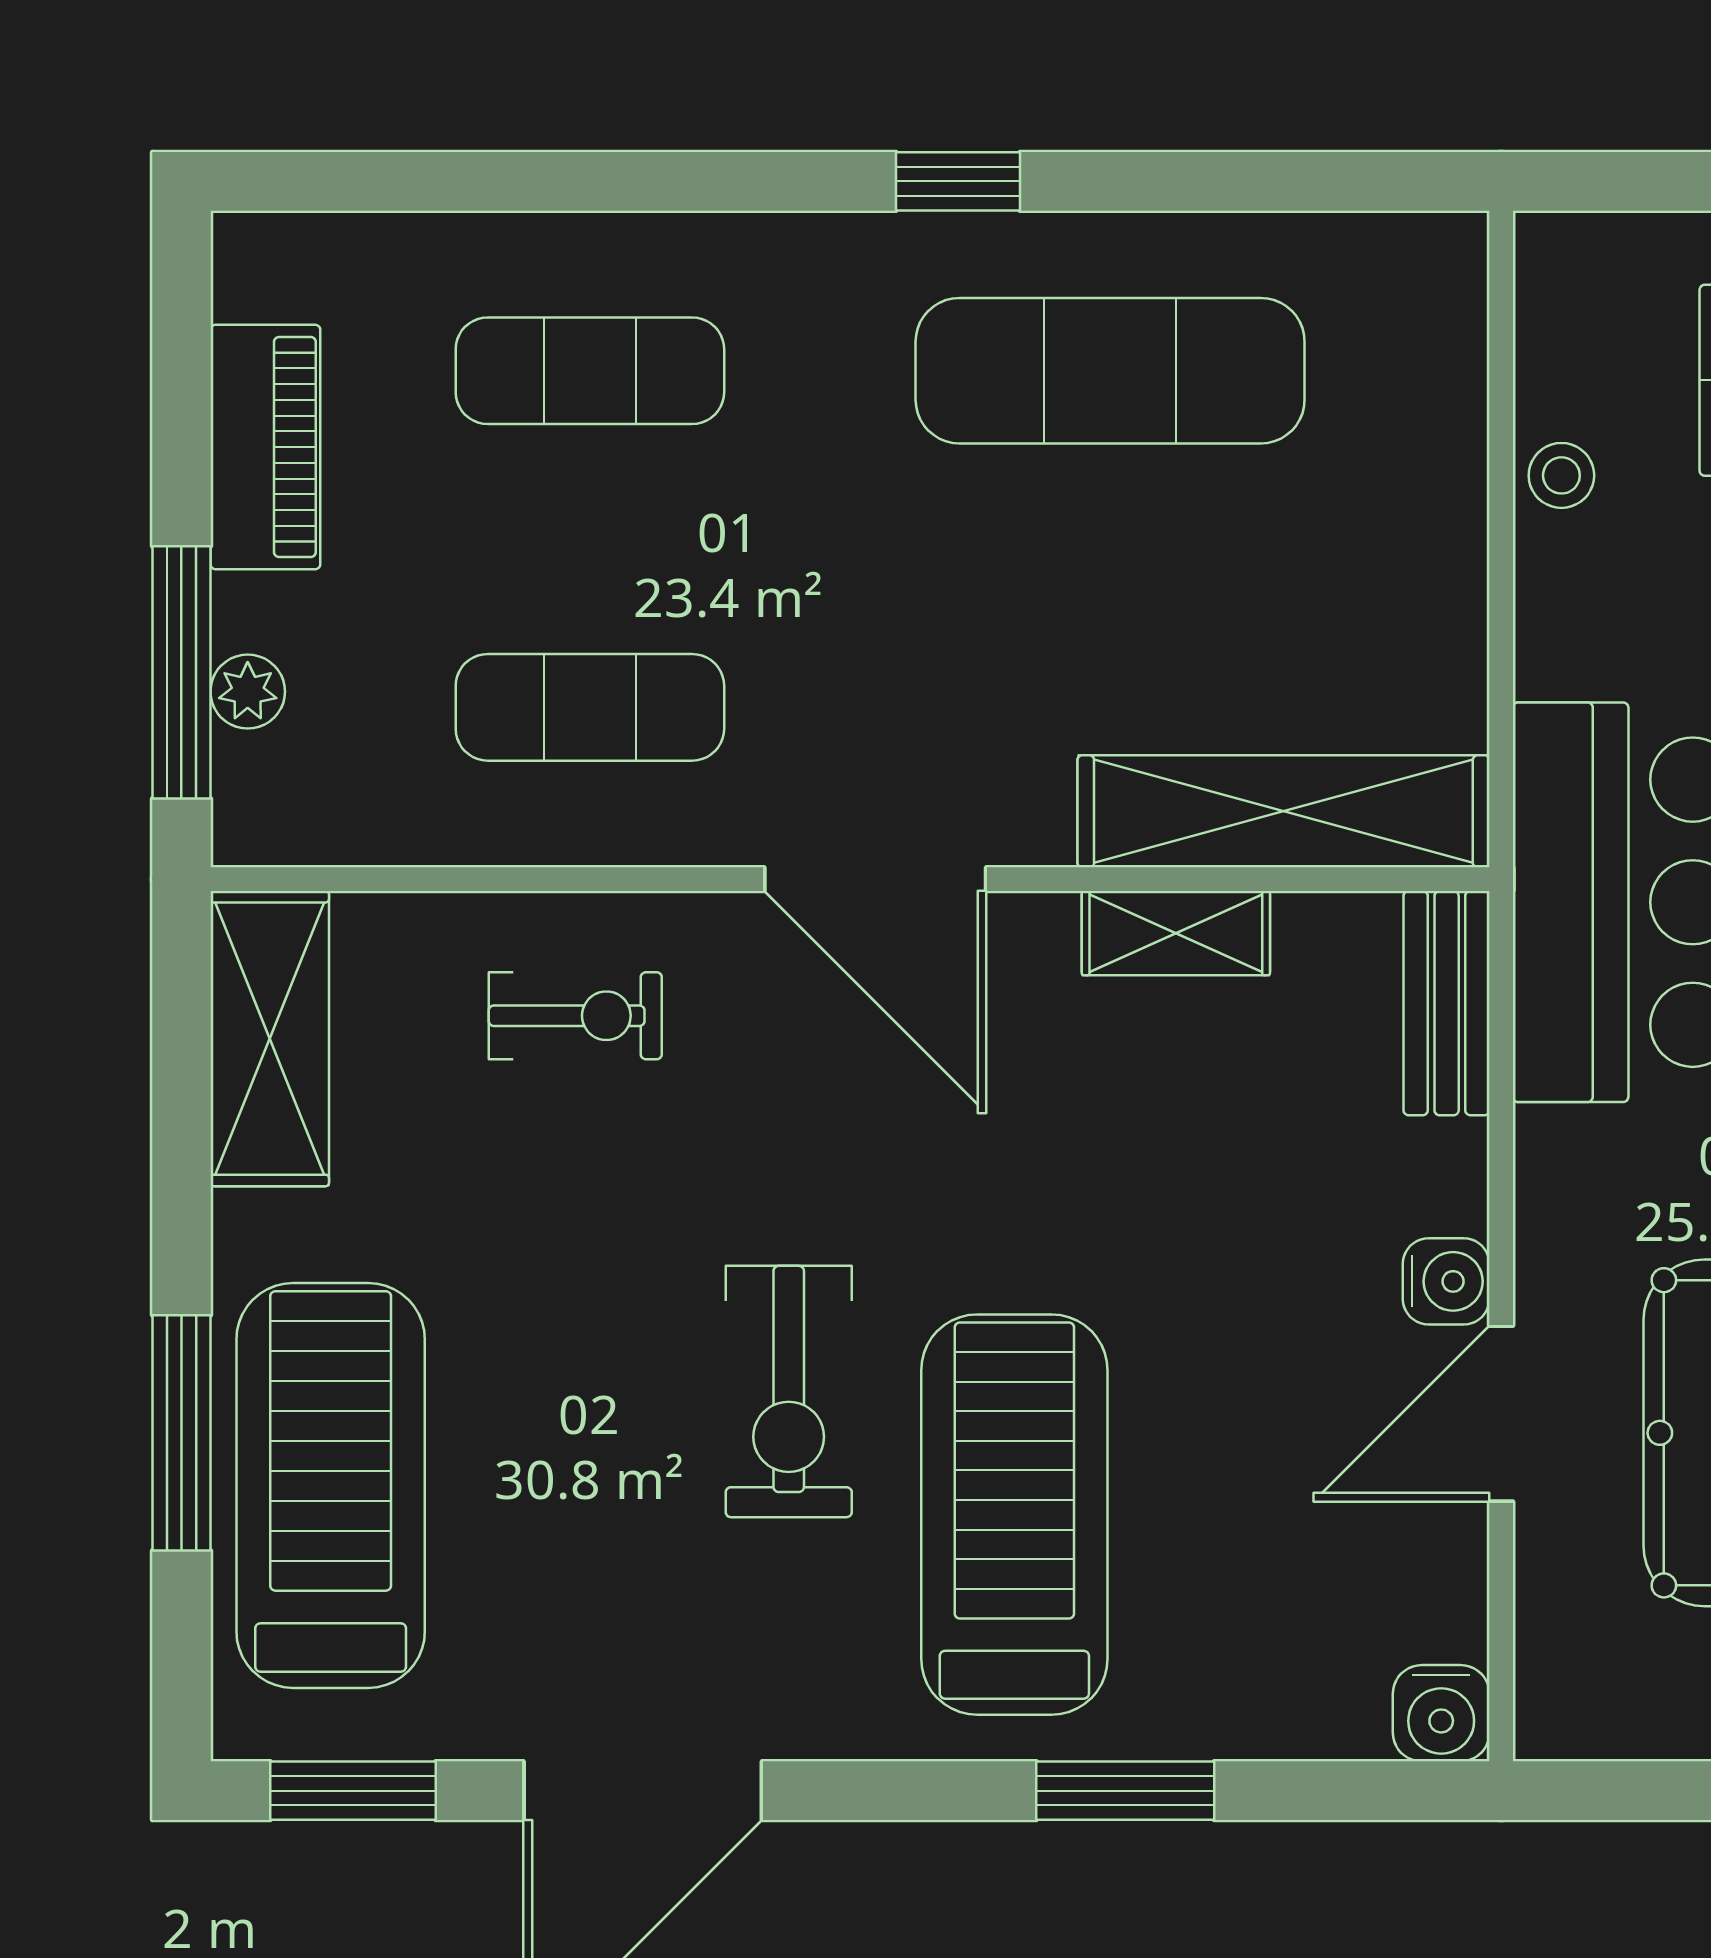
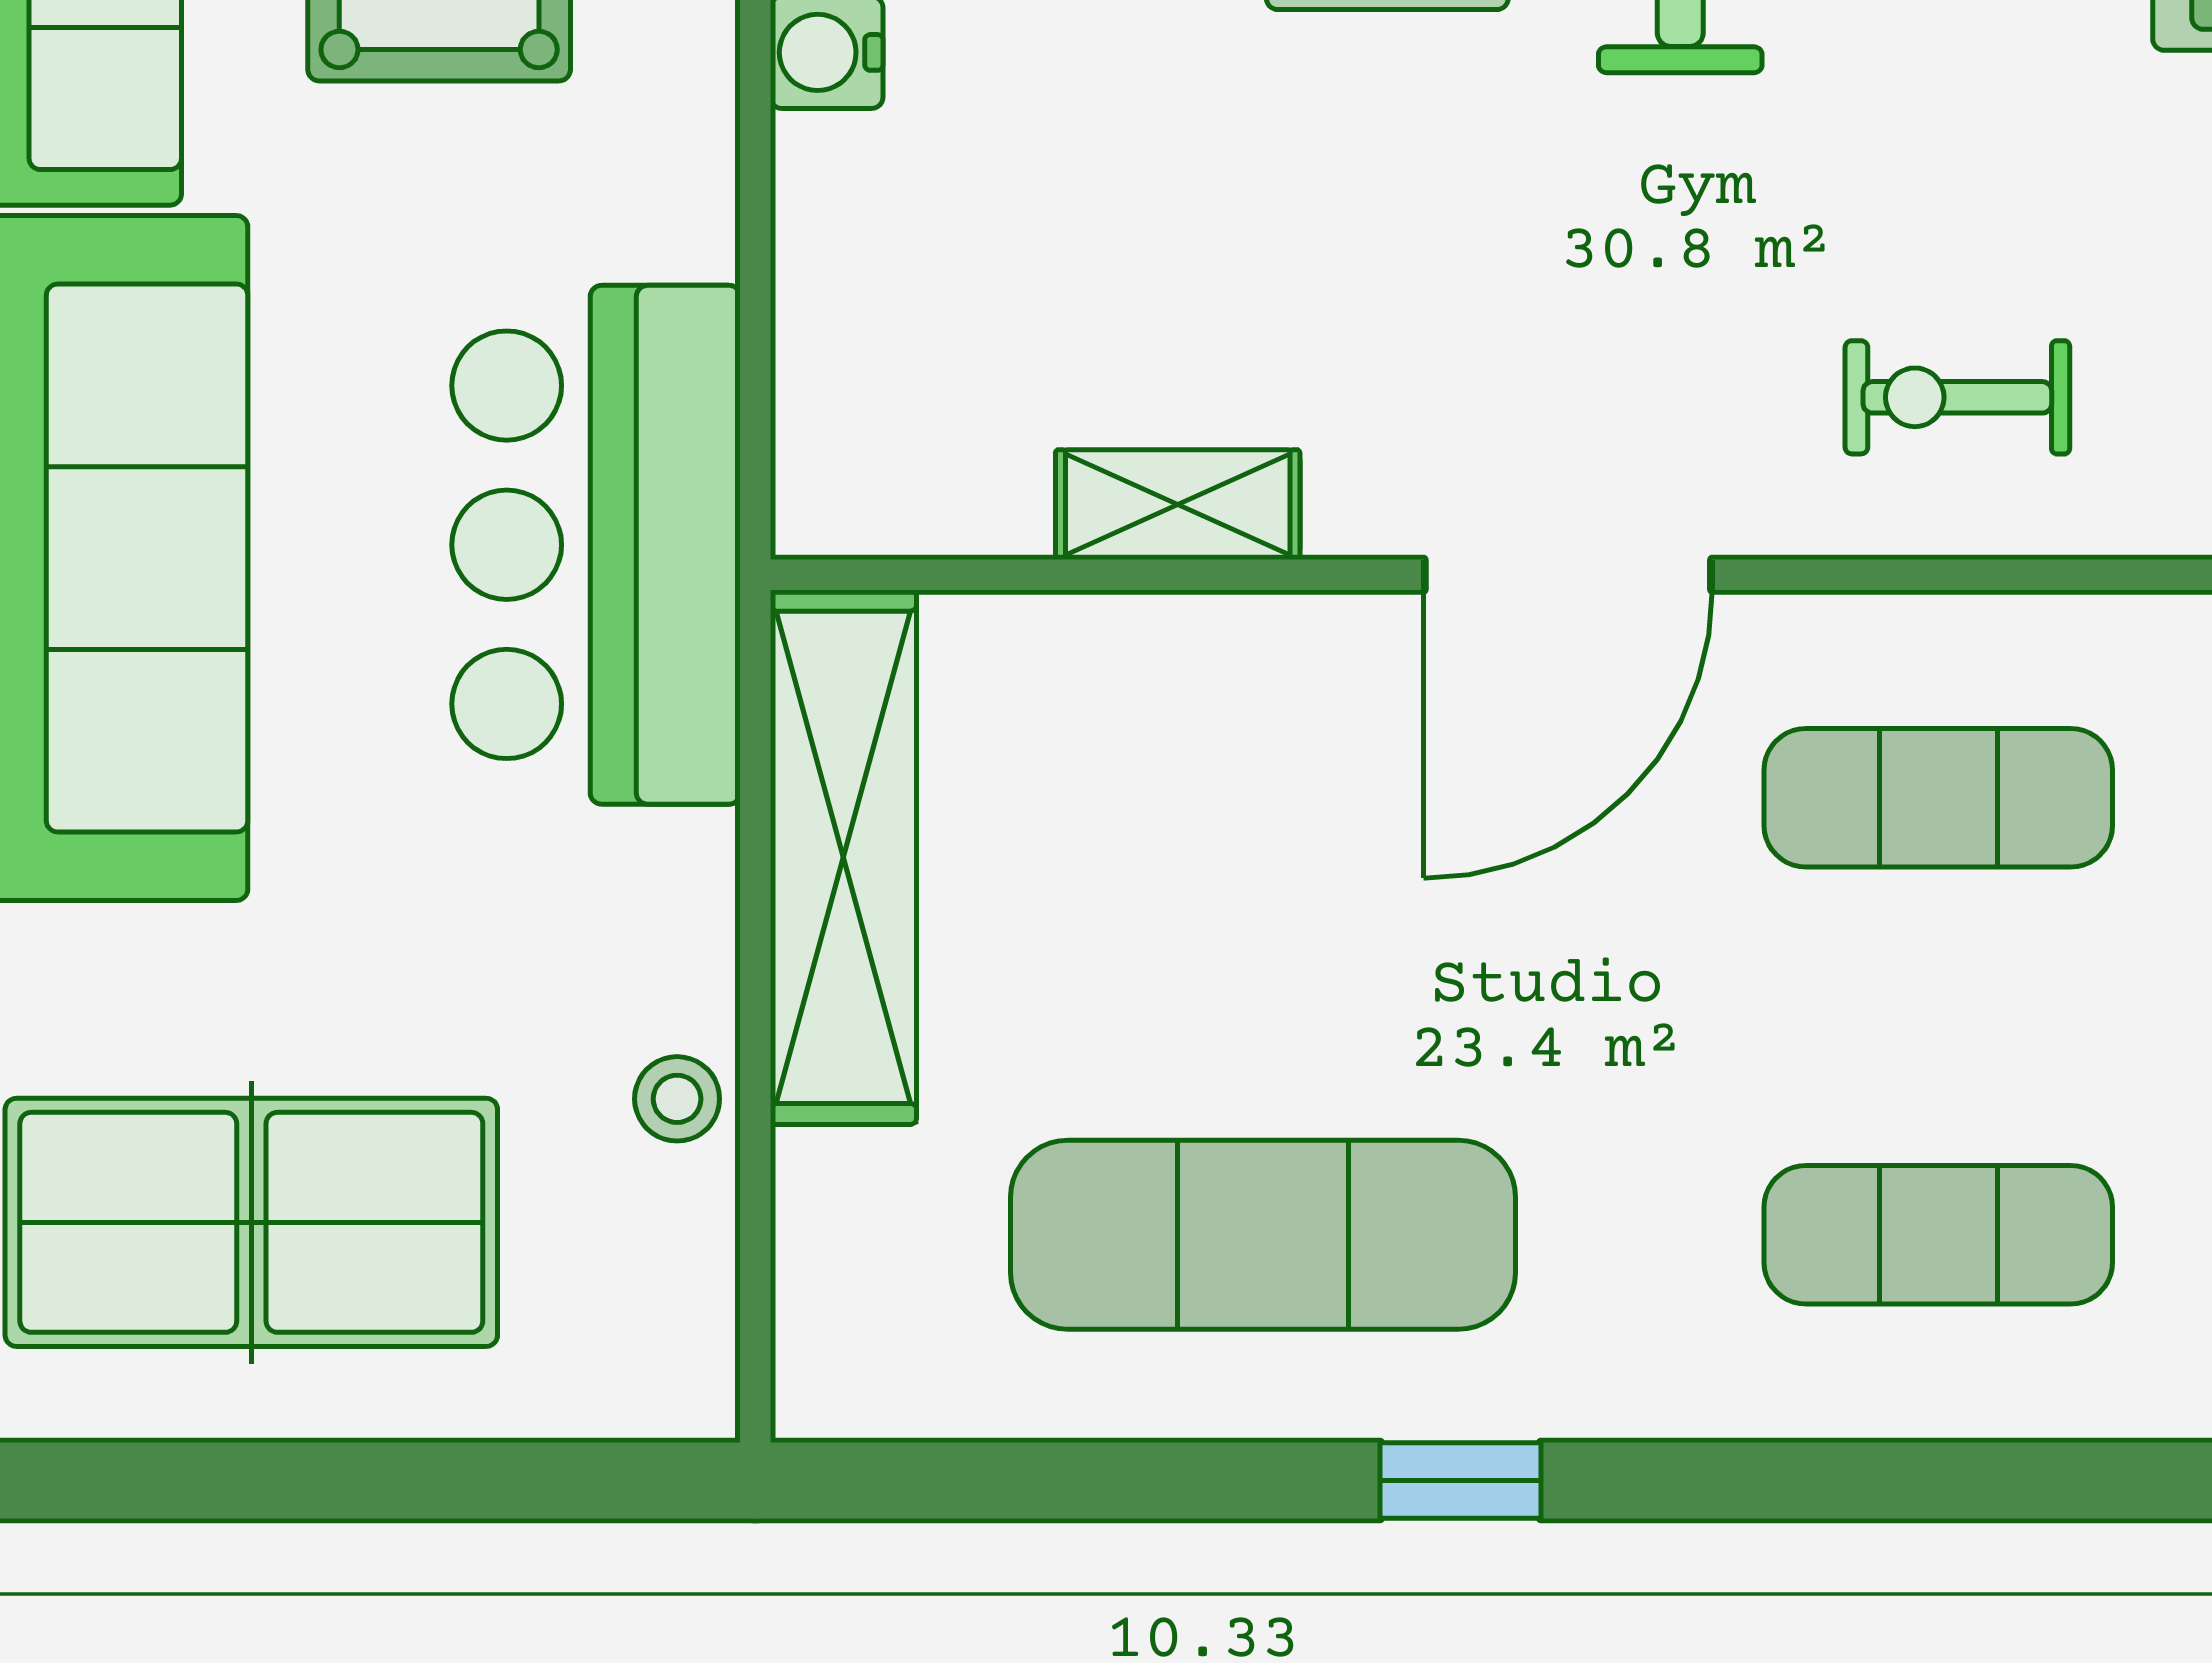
shelving: (1283, 811) -> (843, 857), moved, turned 90
door: (875, 879) -> (1568, 575), swing flipped
bench: (1447, 1003) -> (826, 414), removed

